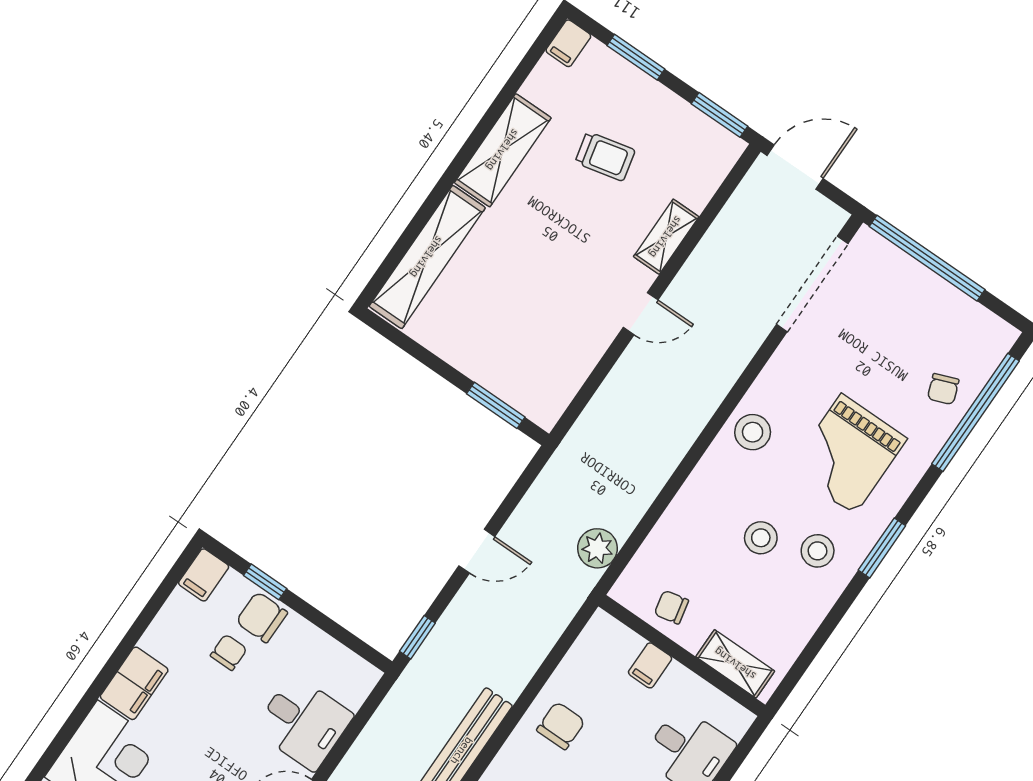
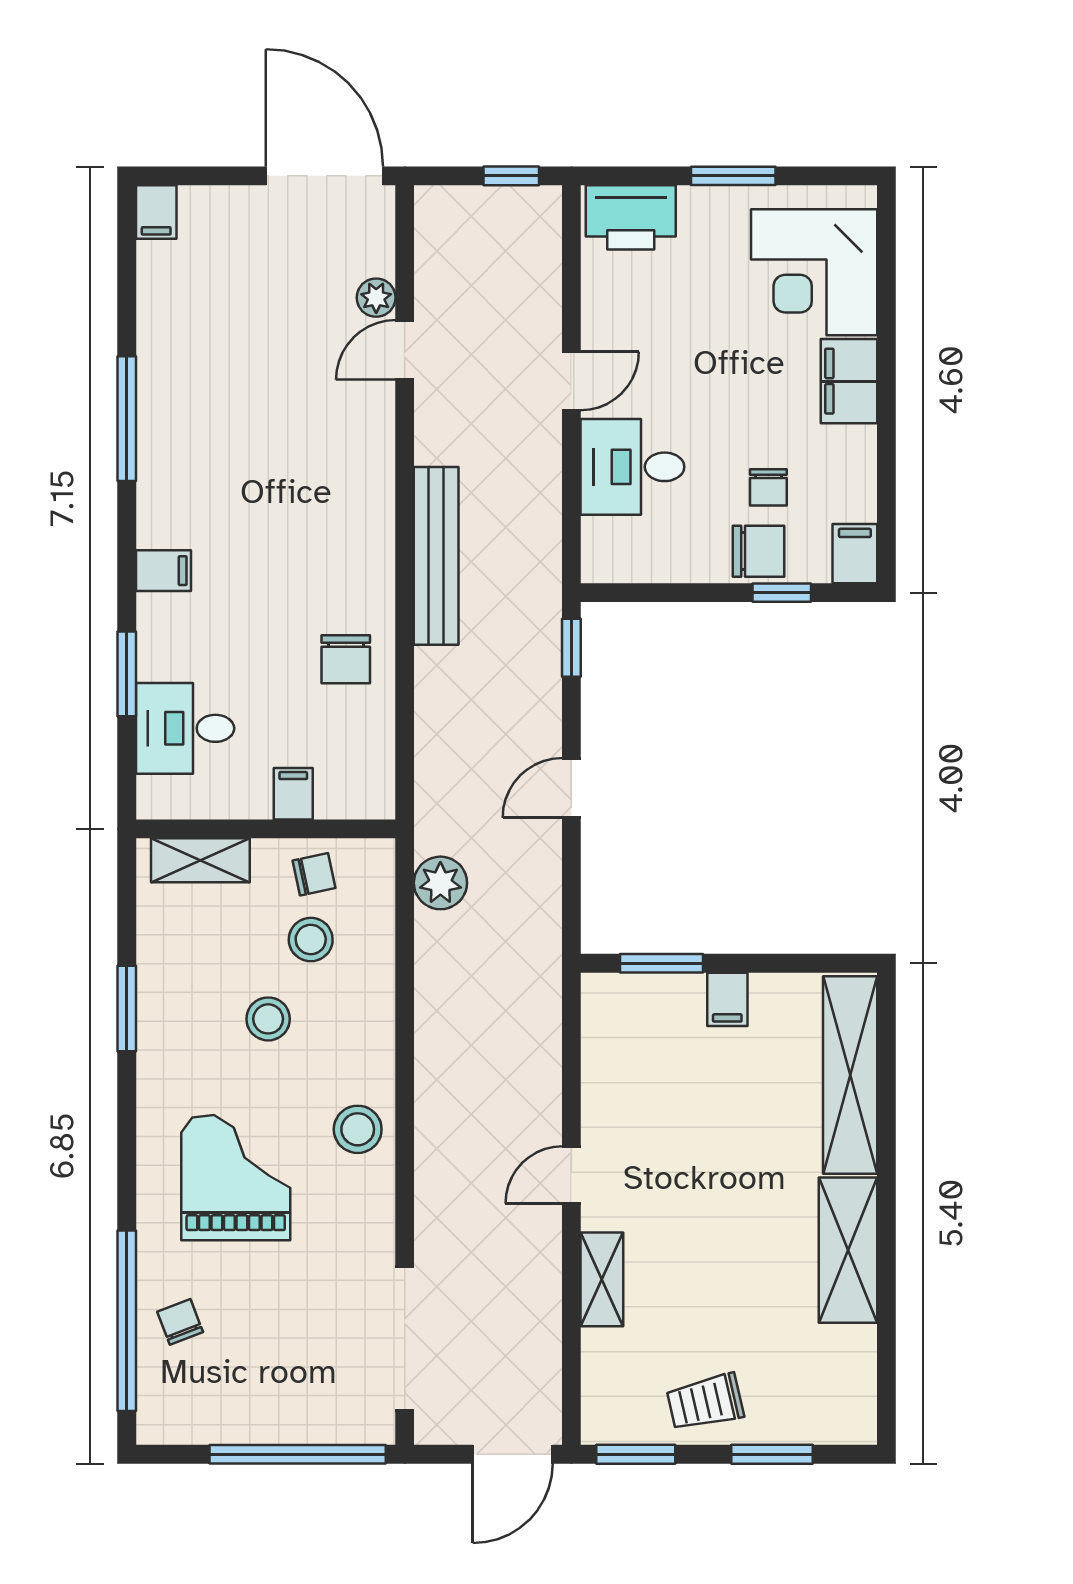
filing cabinet: (568, 43) -> (727, 999), moved, turned 180
trolley: (605, 156) -> (705, 1402), moved
window: (882, 548) -> (127, 1008), moved
stool: (818, 551) -> (311, 940), moved

